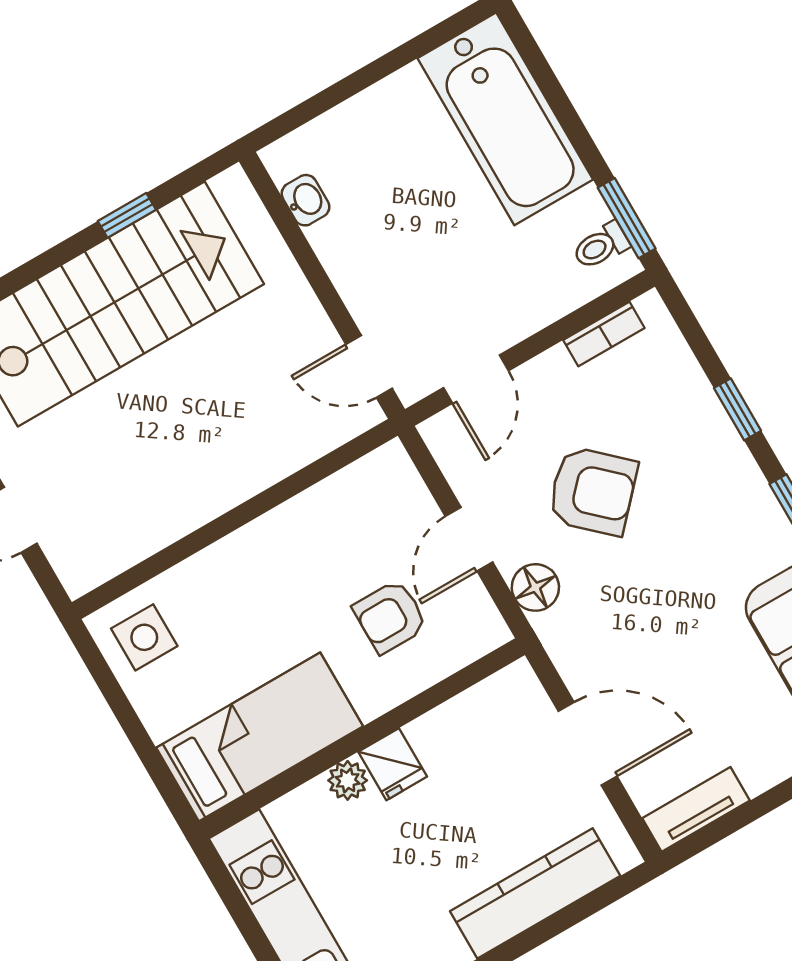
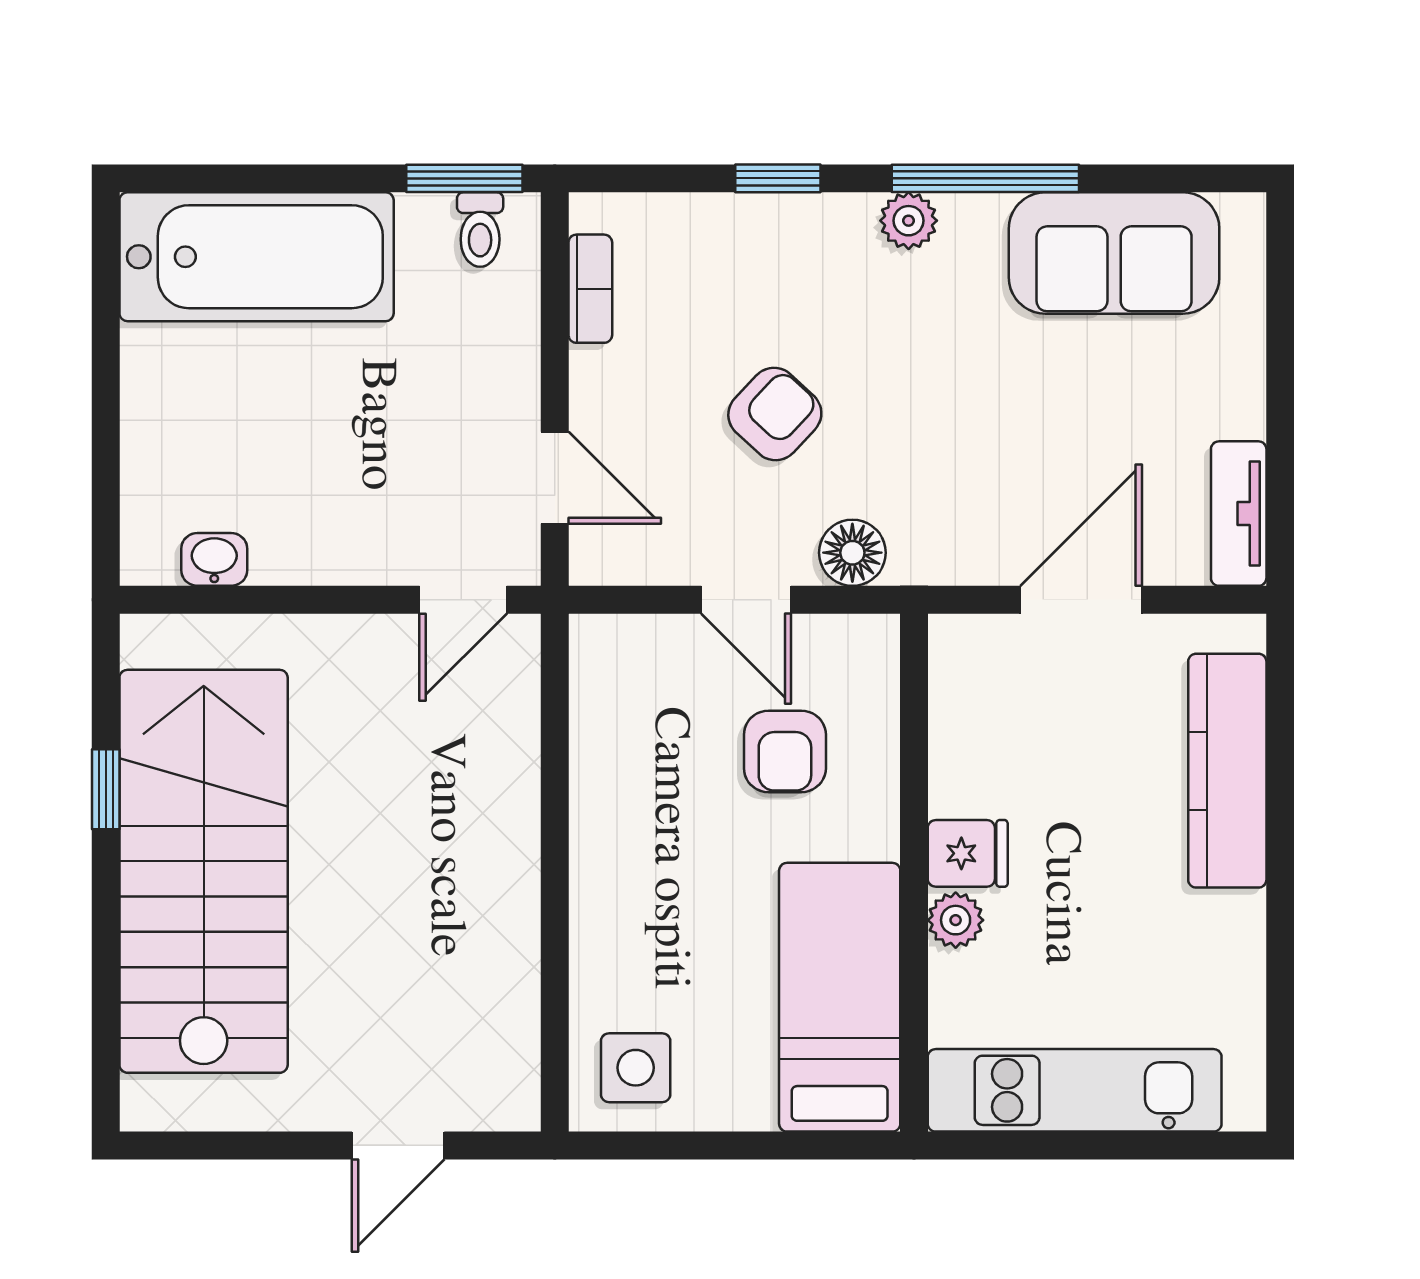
armchair: (593, 491) -> (775, 414), width x0.72, depth x0.72
plant: (758, 504) -> (909, 221), added

